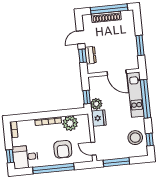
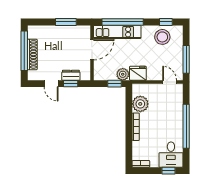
armchair: (63, 149) -> (167, 114), removed
door: (94, 149) -> (170, 82), swing flipped

